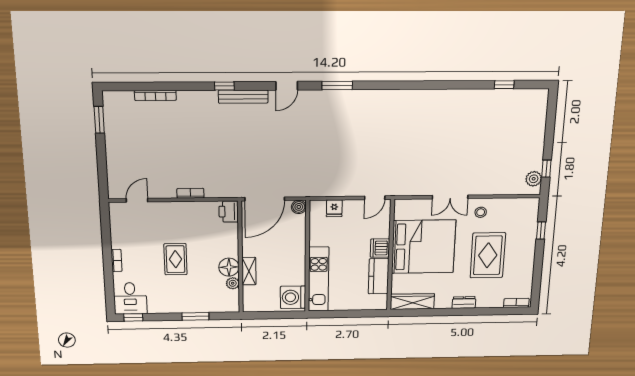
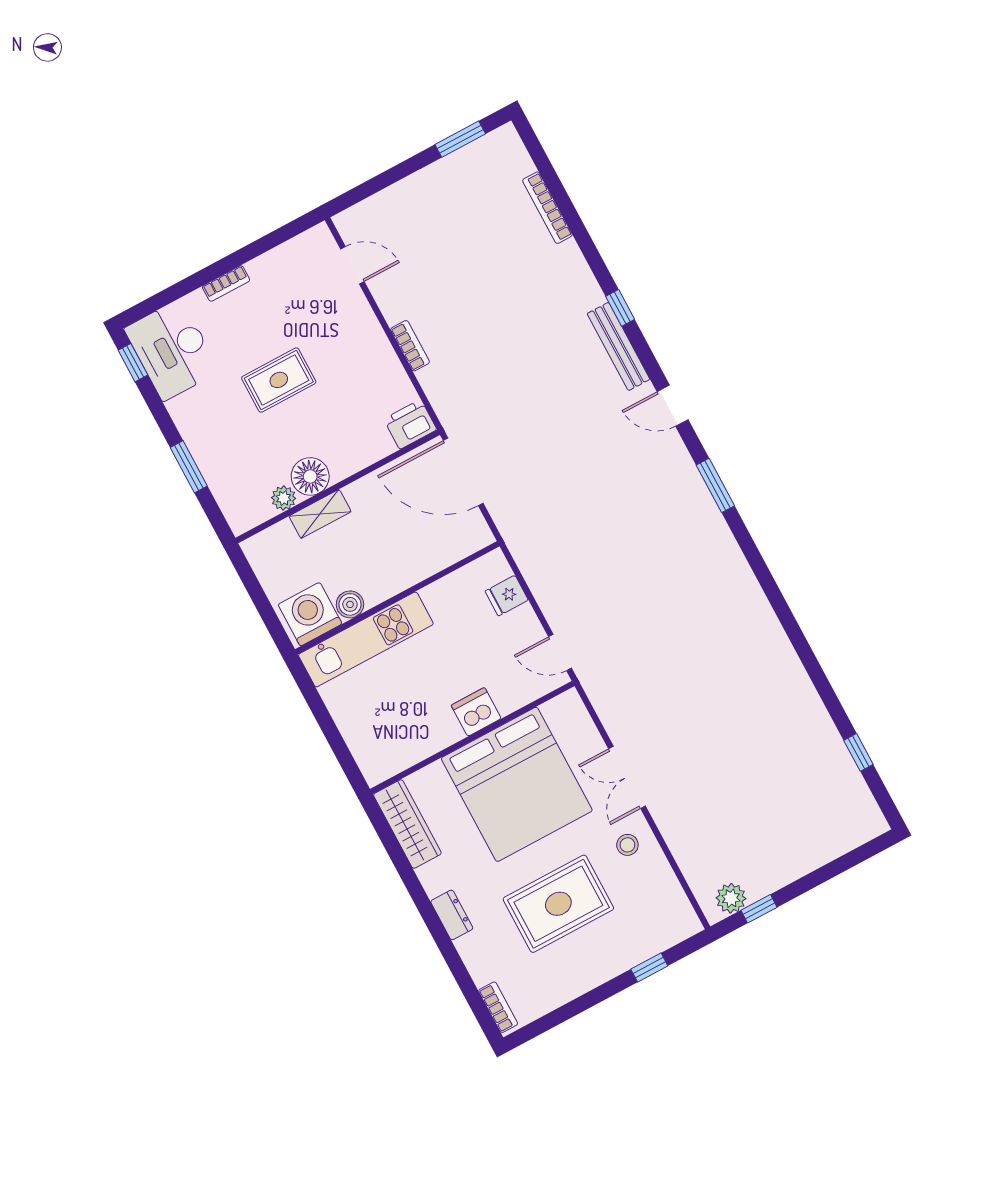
boiler: (299, 207) -> (350, 604), moved
kitchen counter: (379, 276) -> (424, 739), removed
desk: (130, 298) -> (172, 350), width x1.37

